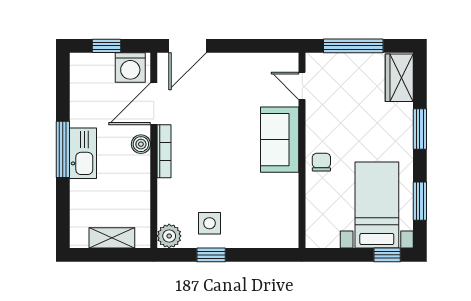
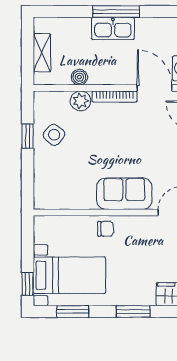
boiler: (141, 144) -> (79, 77), moved
side table: (209, 223) -> (54, 135), turned 38
plant: (169, 236) -> (81, 101), moved

